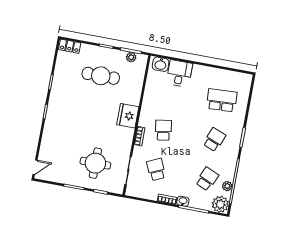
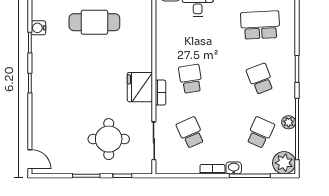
water cooler: (59, 72) -> (38, 28), added
fridge: (128, 116) -> (140, 87), moved
school desk: (214, 140) -> (260, 79), turned -42
door: (35, 167) -> (30, 159), hinge flipped
plant: (227, 186) -> (289, 122), moved

